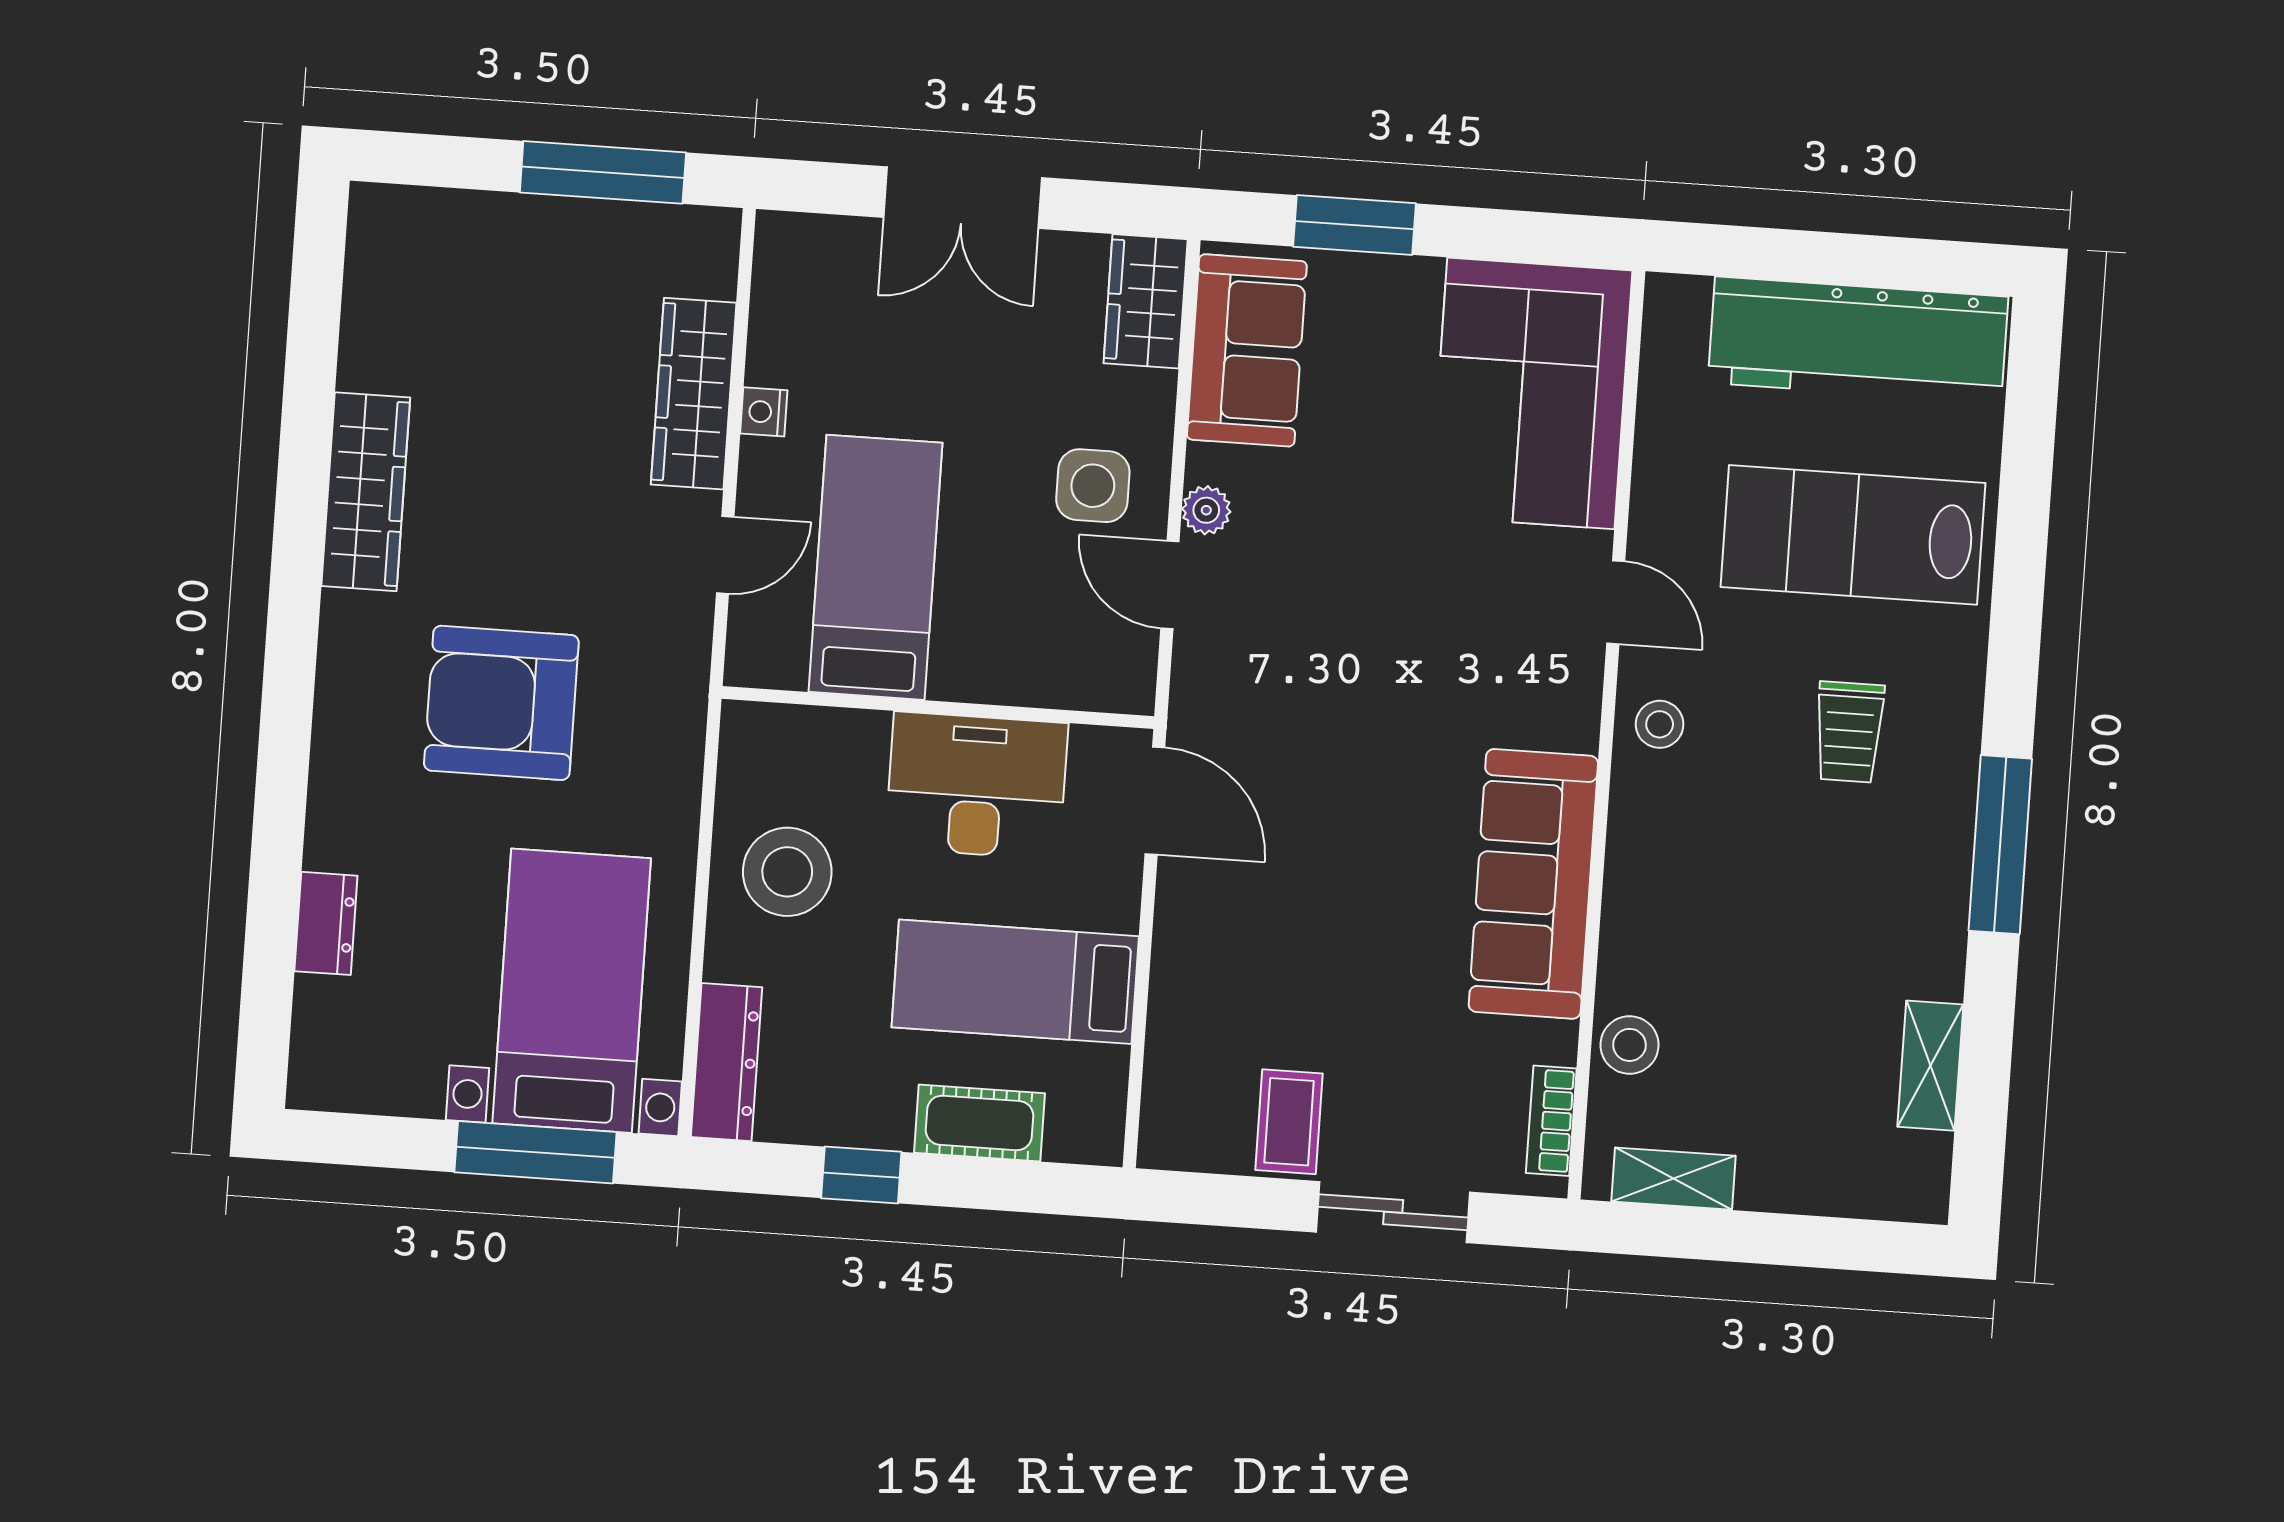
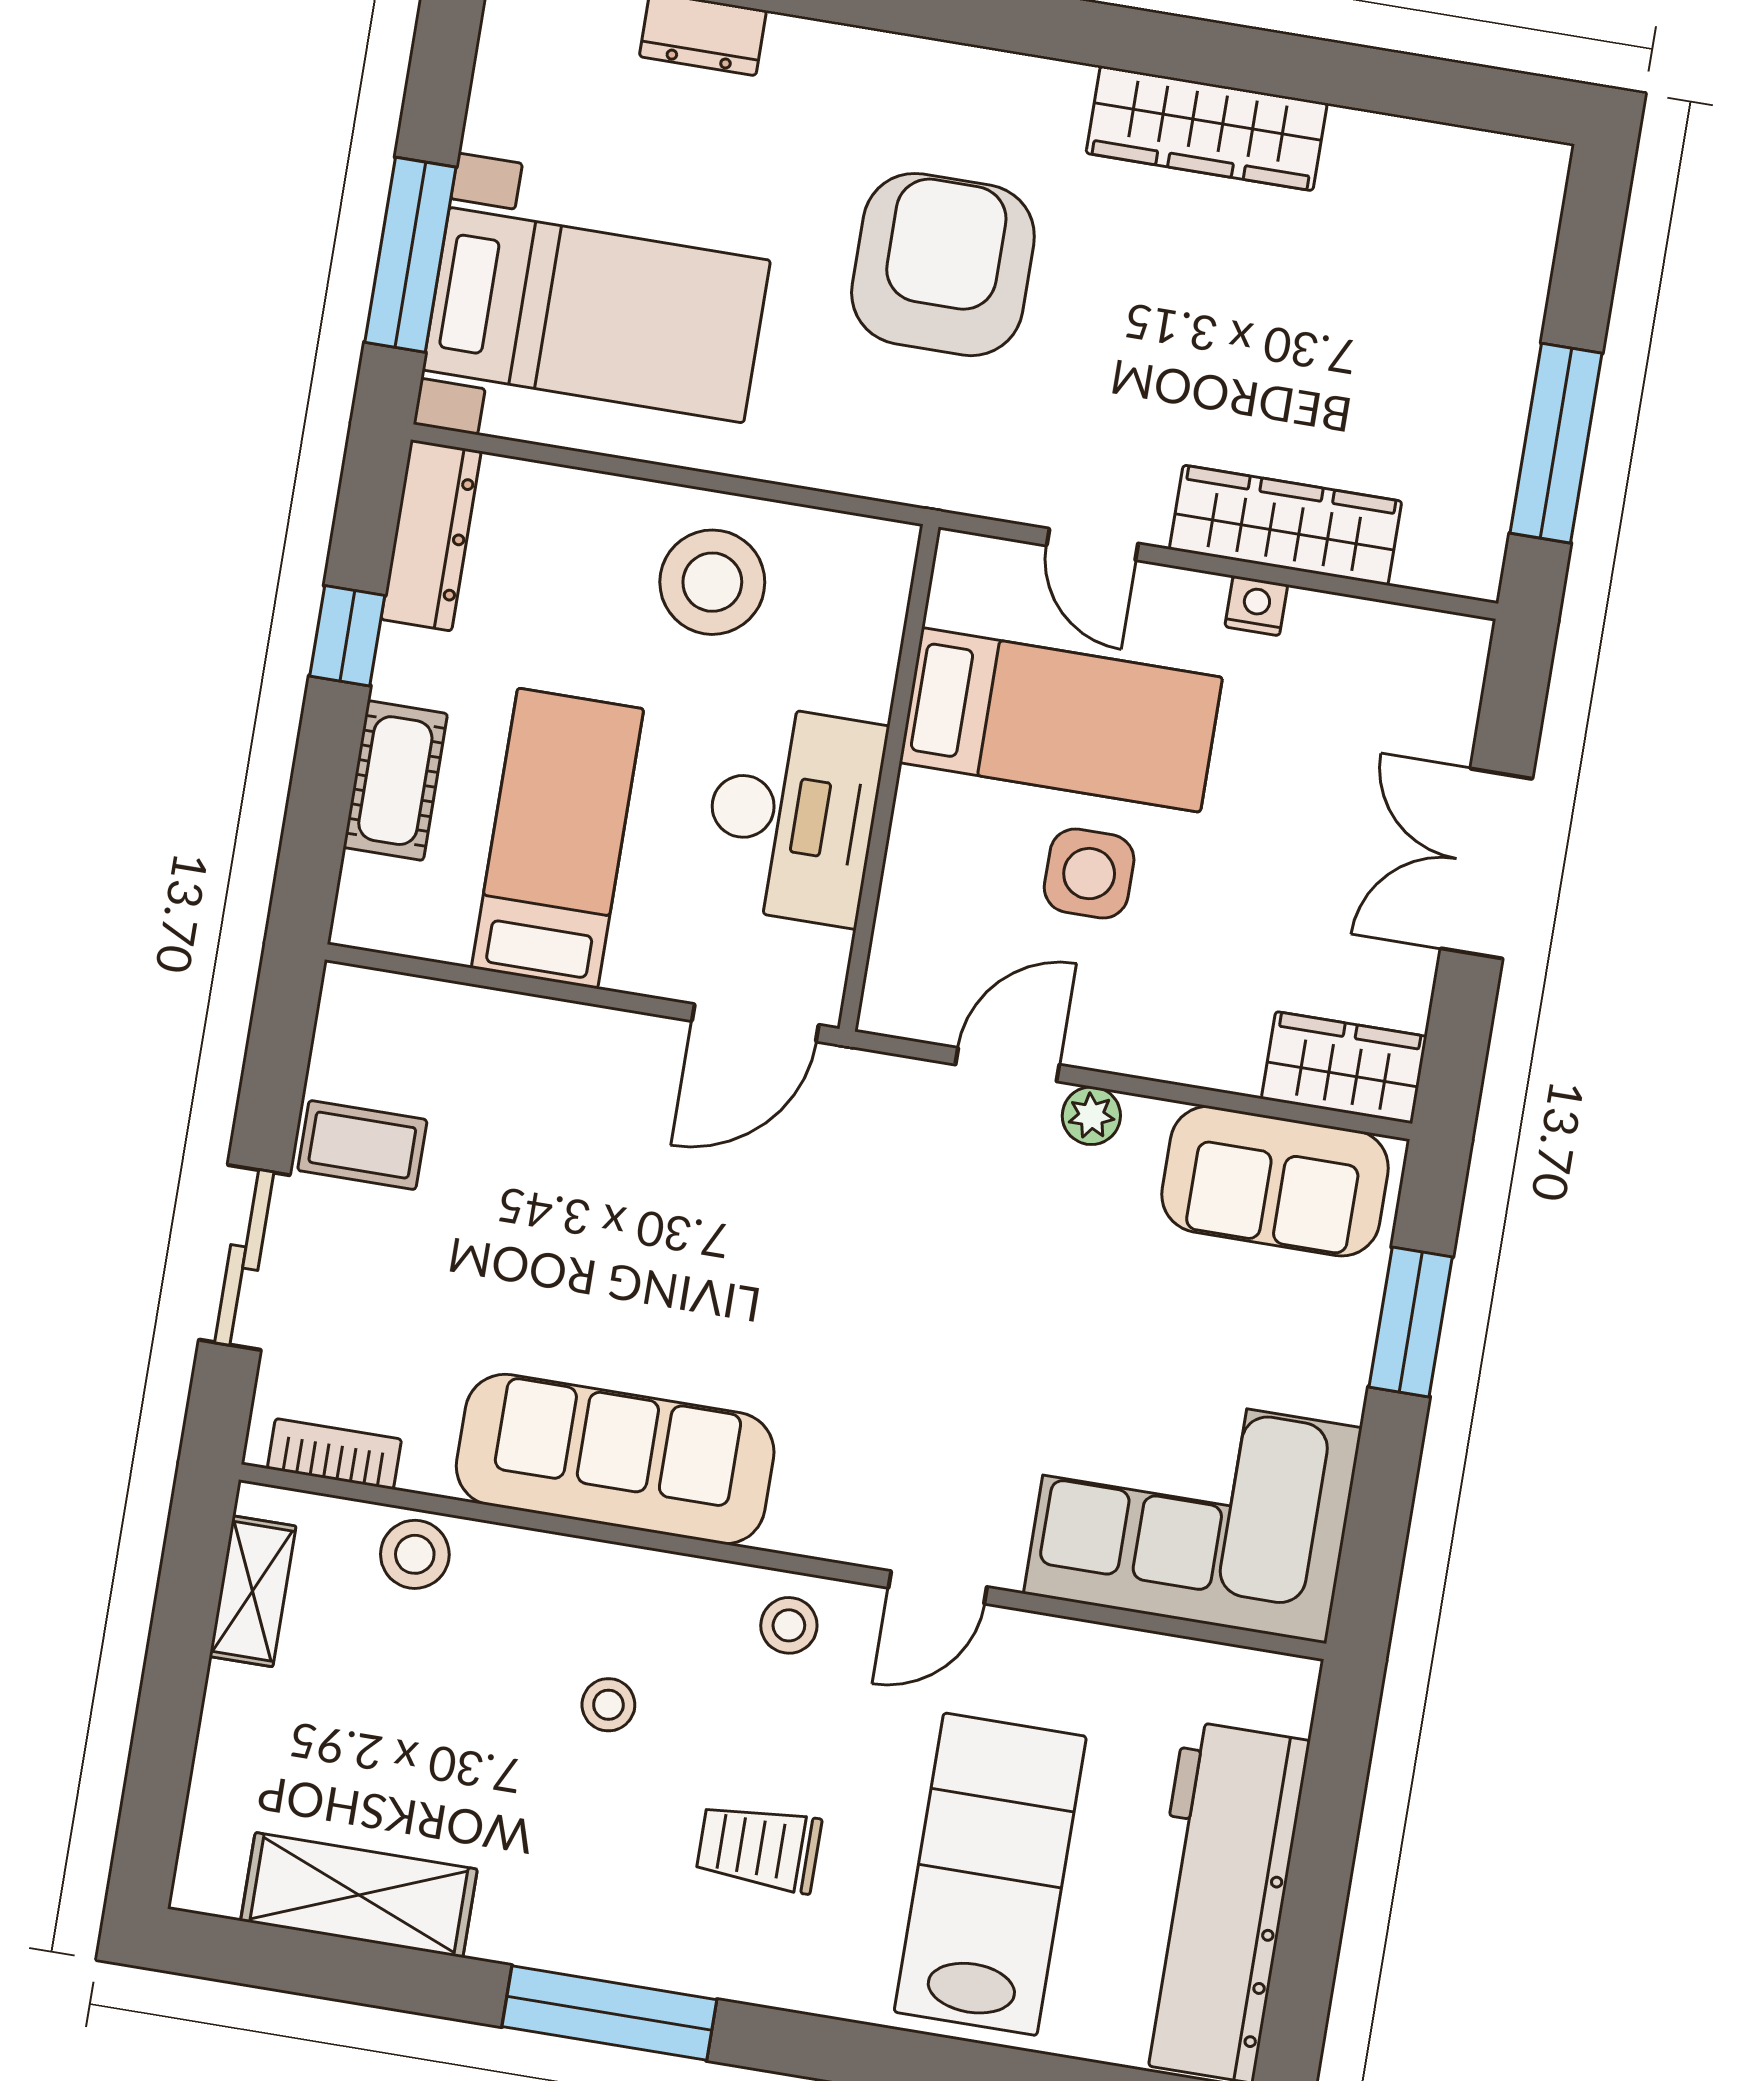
side table: (1093, 486) -> (1089, 874), moved
stool: (1741, 870) -> (608, 1705), added
dresser: (727, 1062) -> (431, 535), moved, turned -90
shelving: (1930, 1066) -> (359, 1895), width x1.50, depth x1.33

